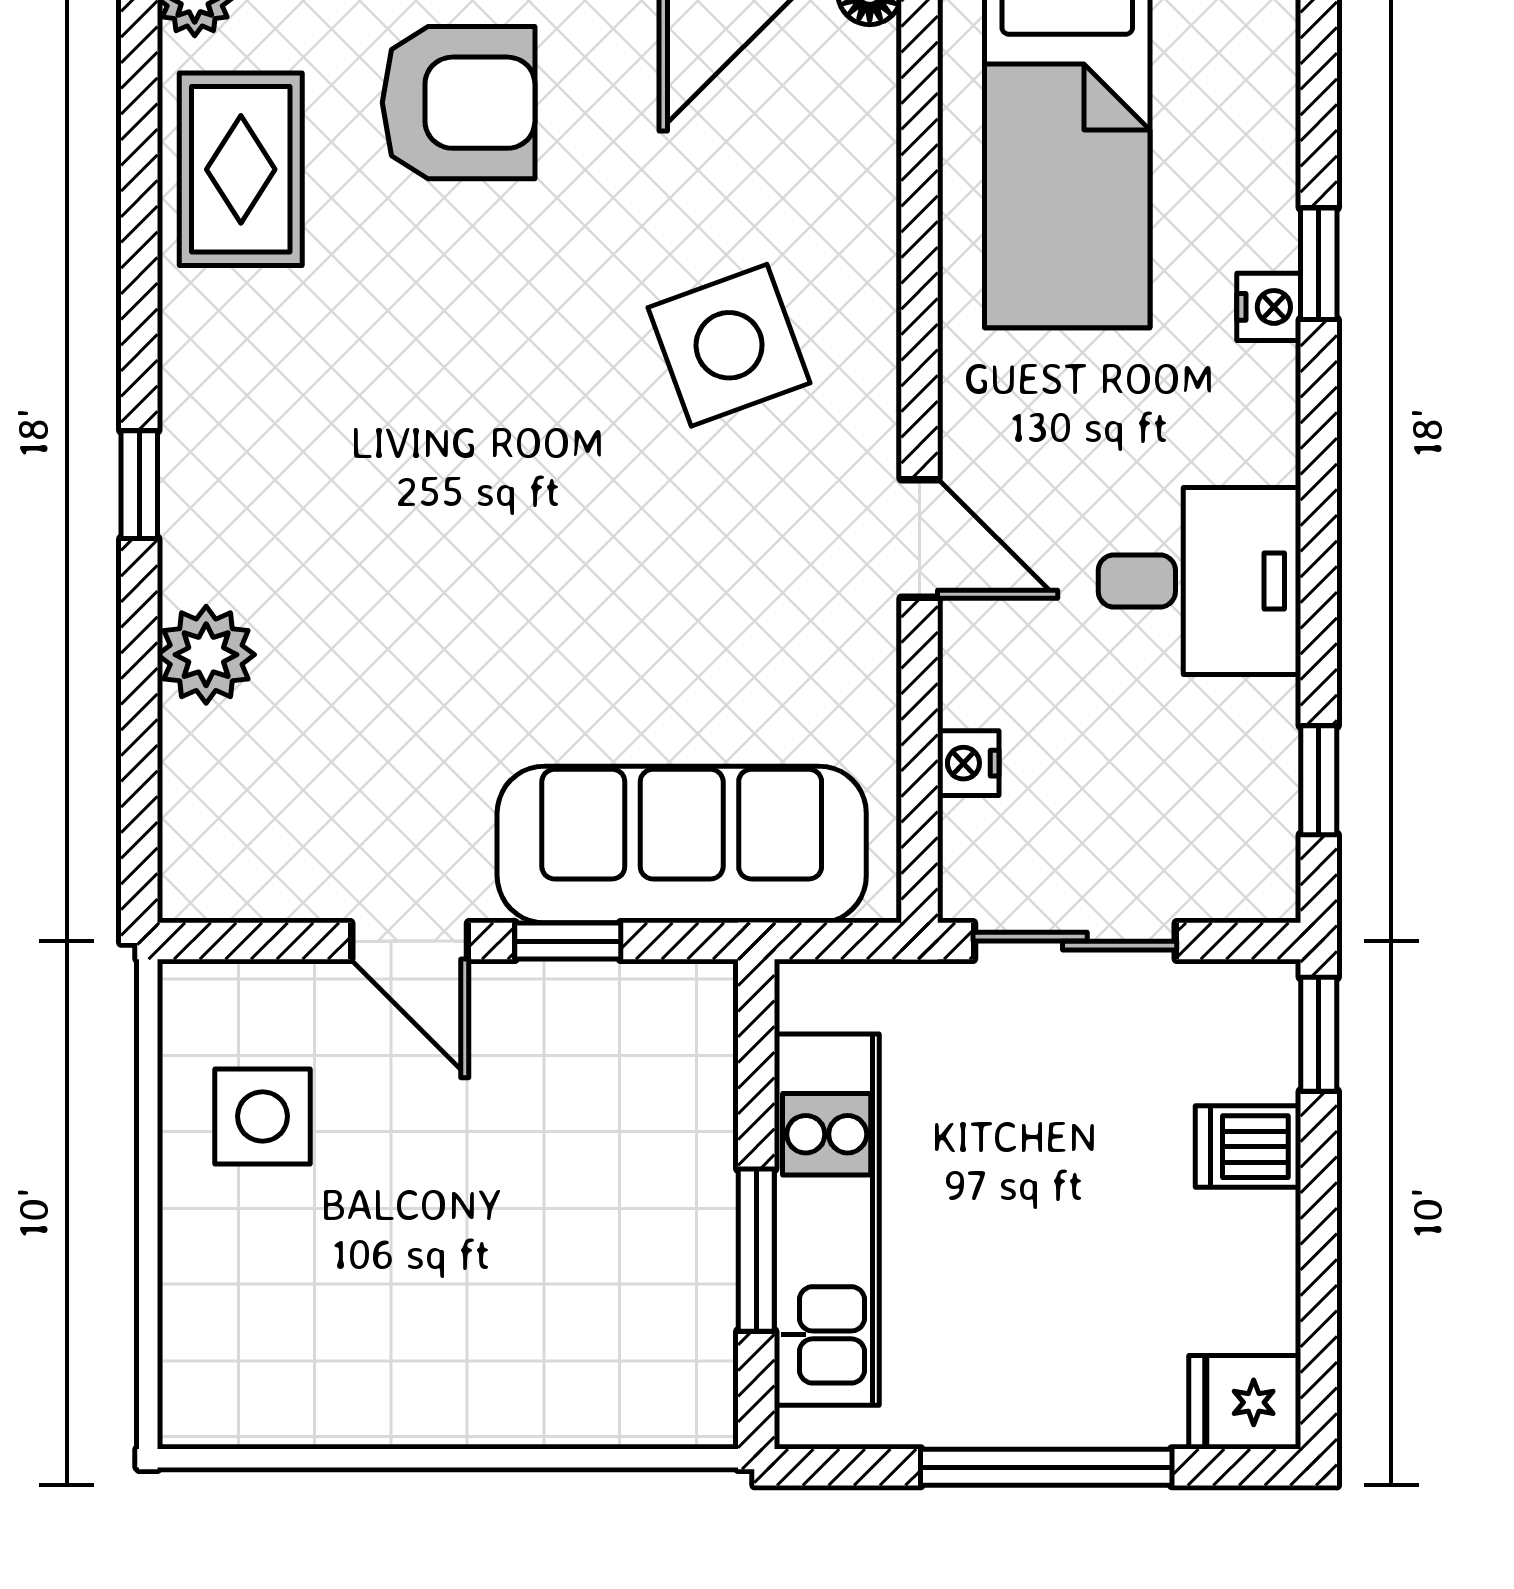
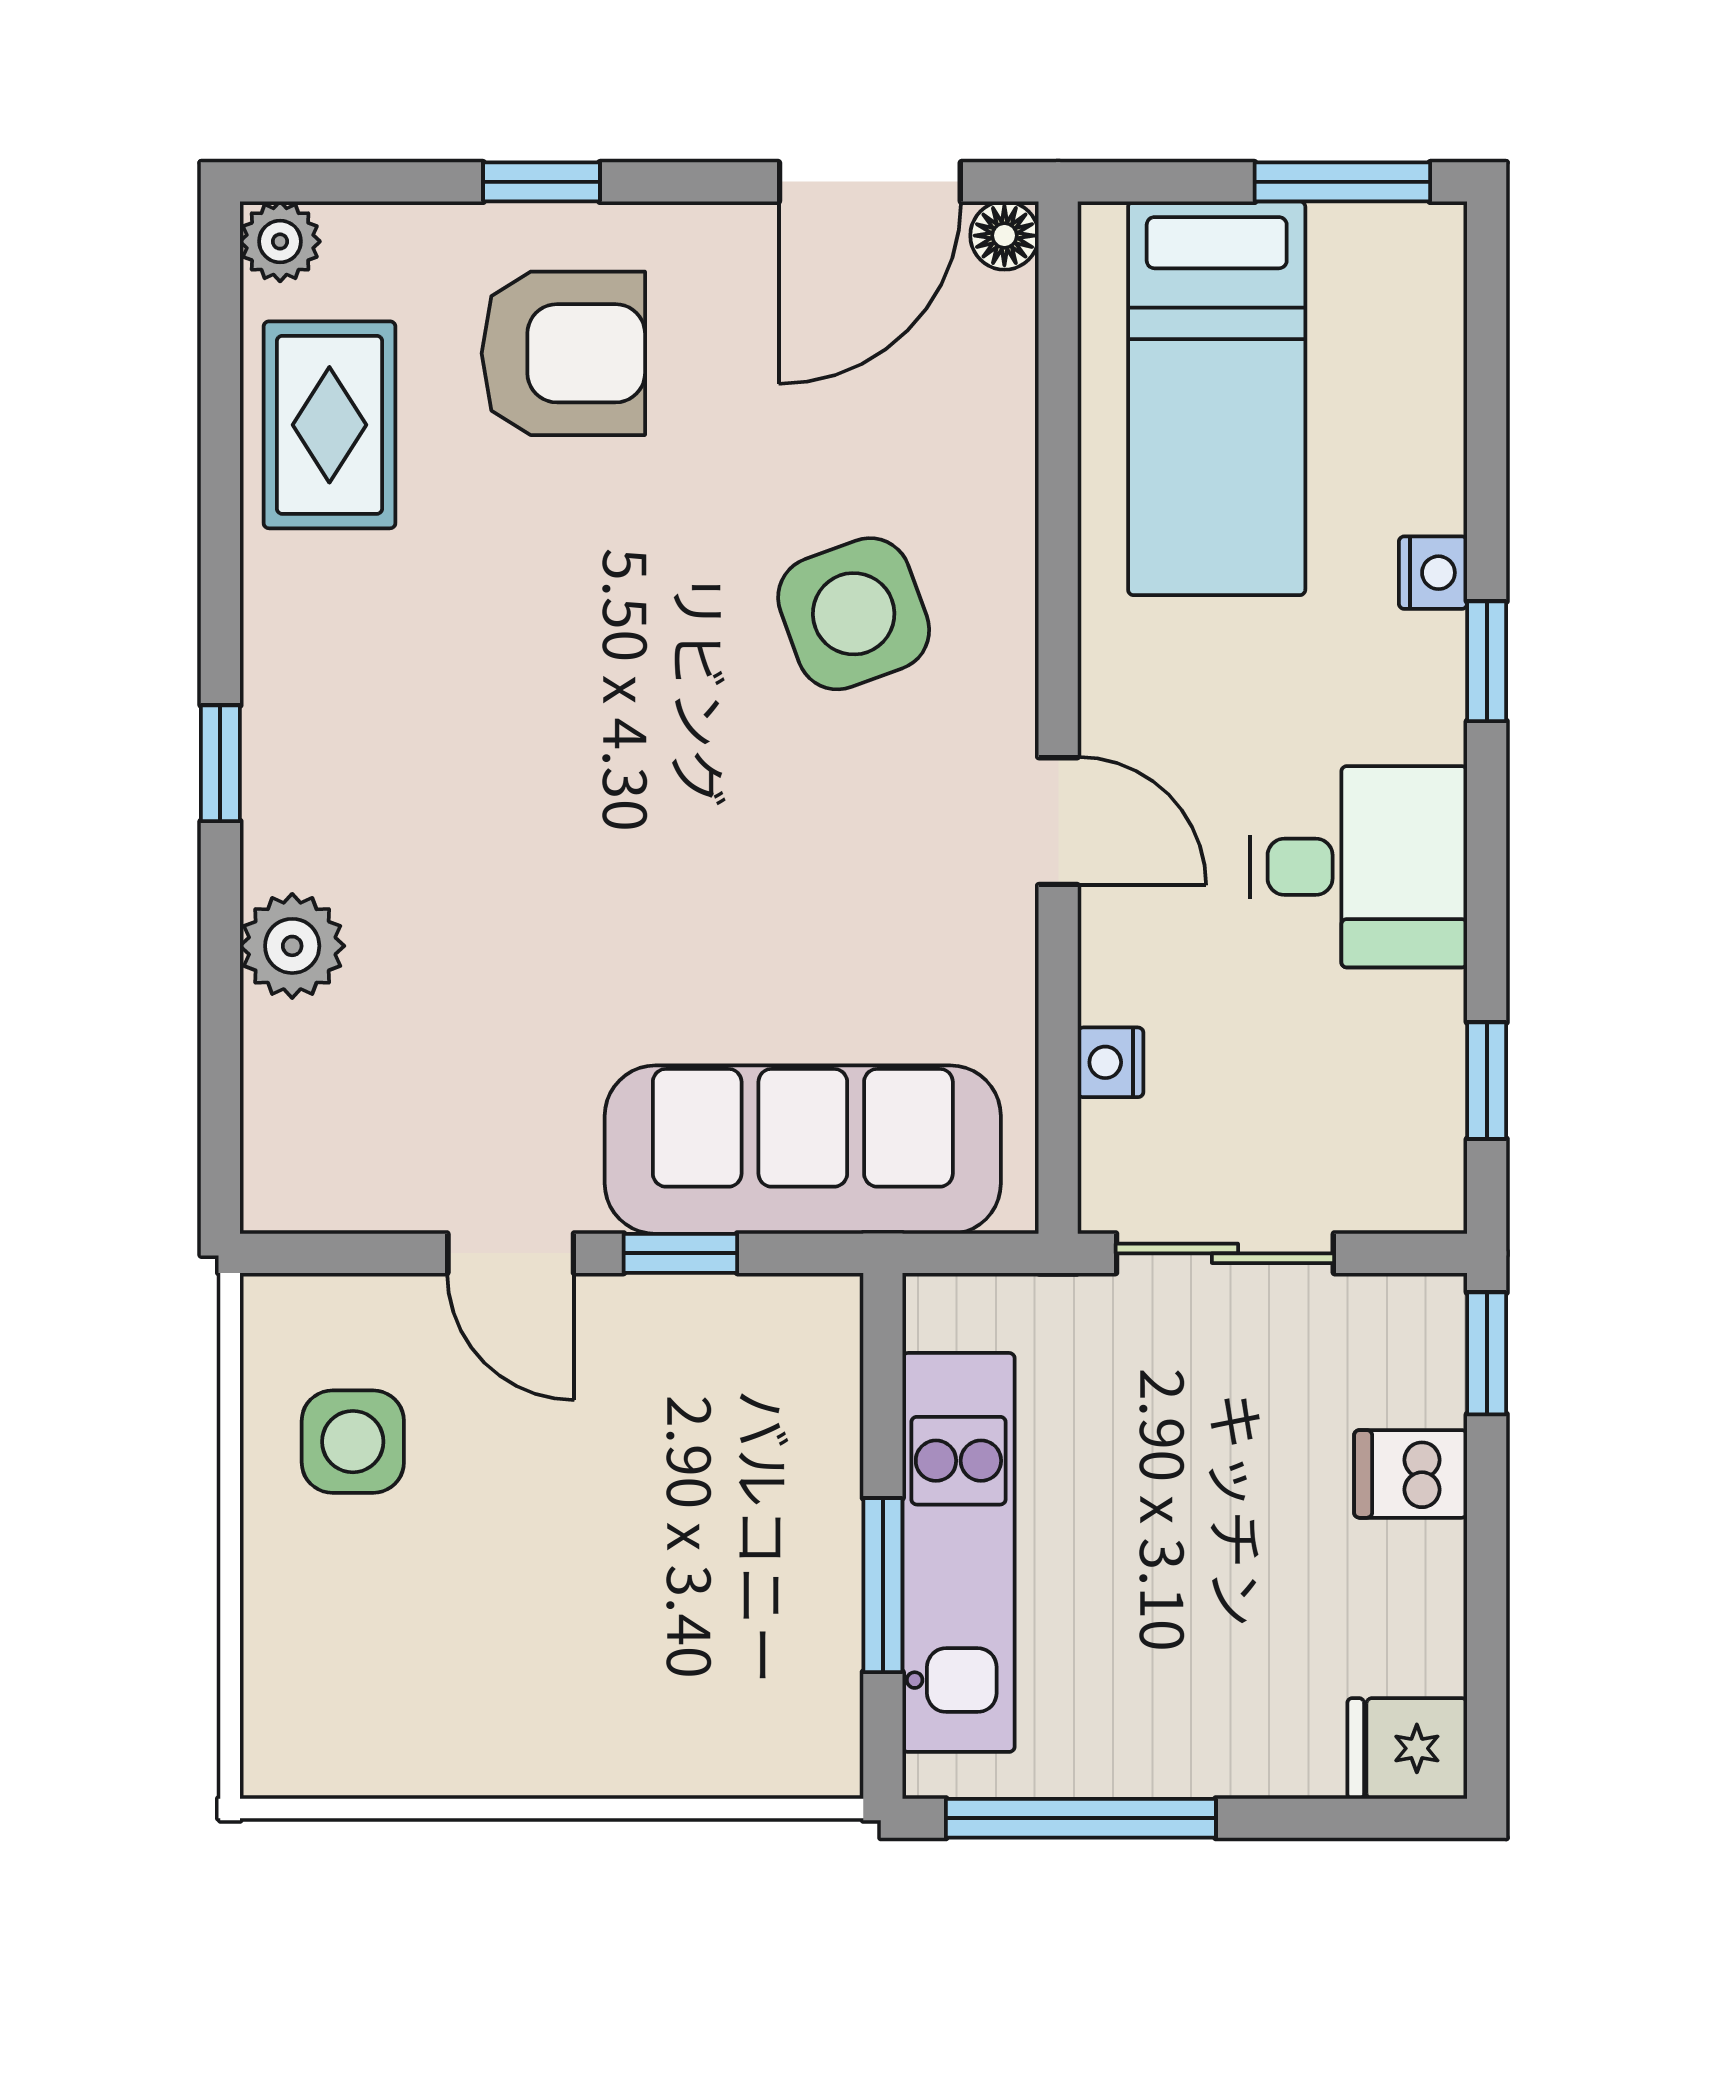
window: (1319, 264) -> (1487, 661), moved
window: (1046, 1467) -> (1081, 1818), moved

